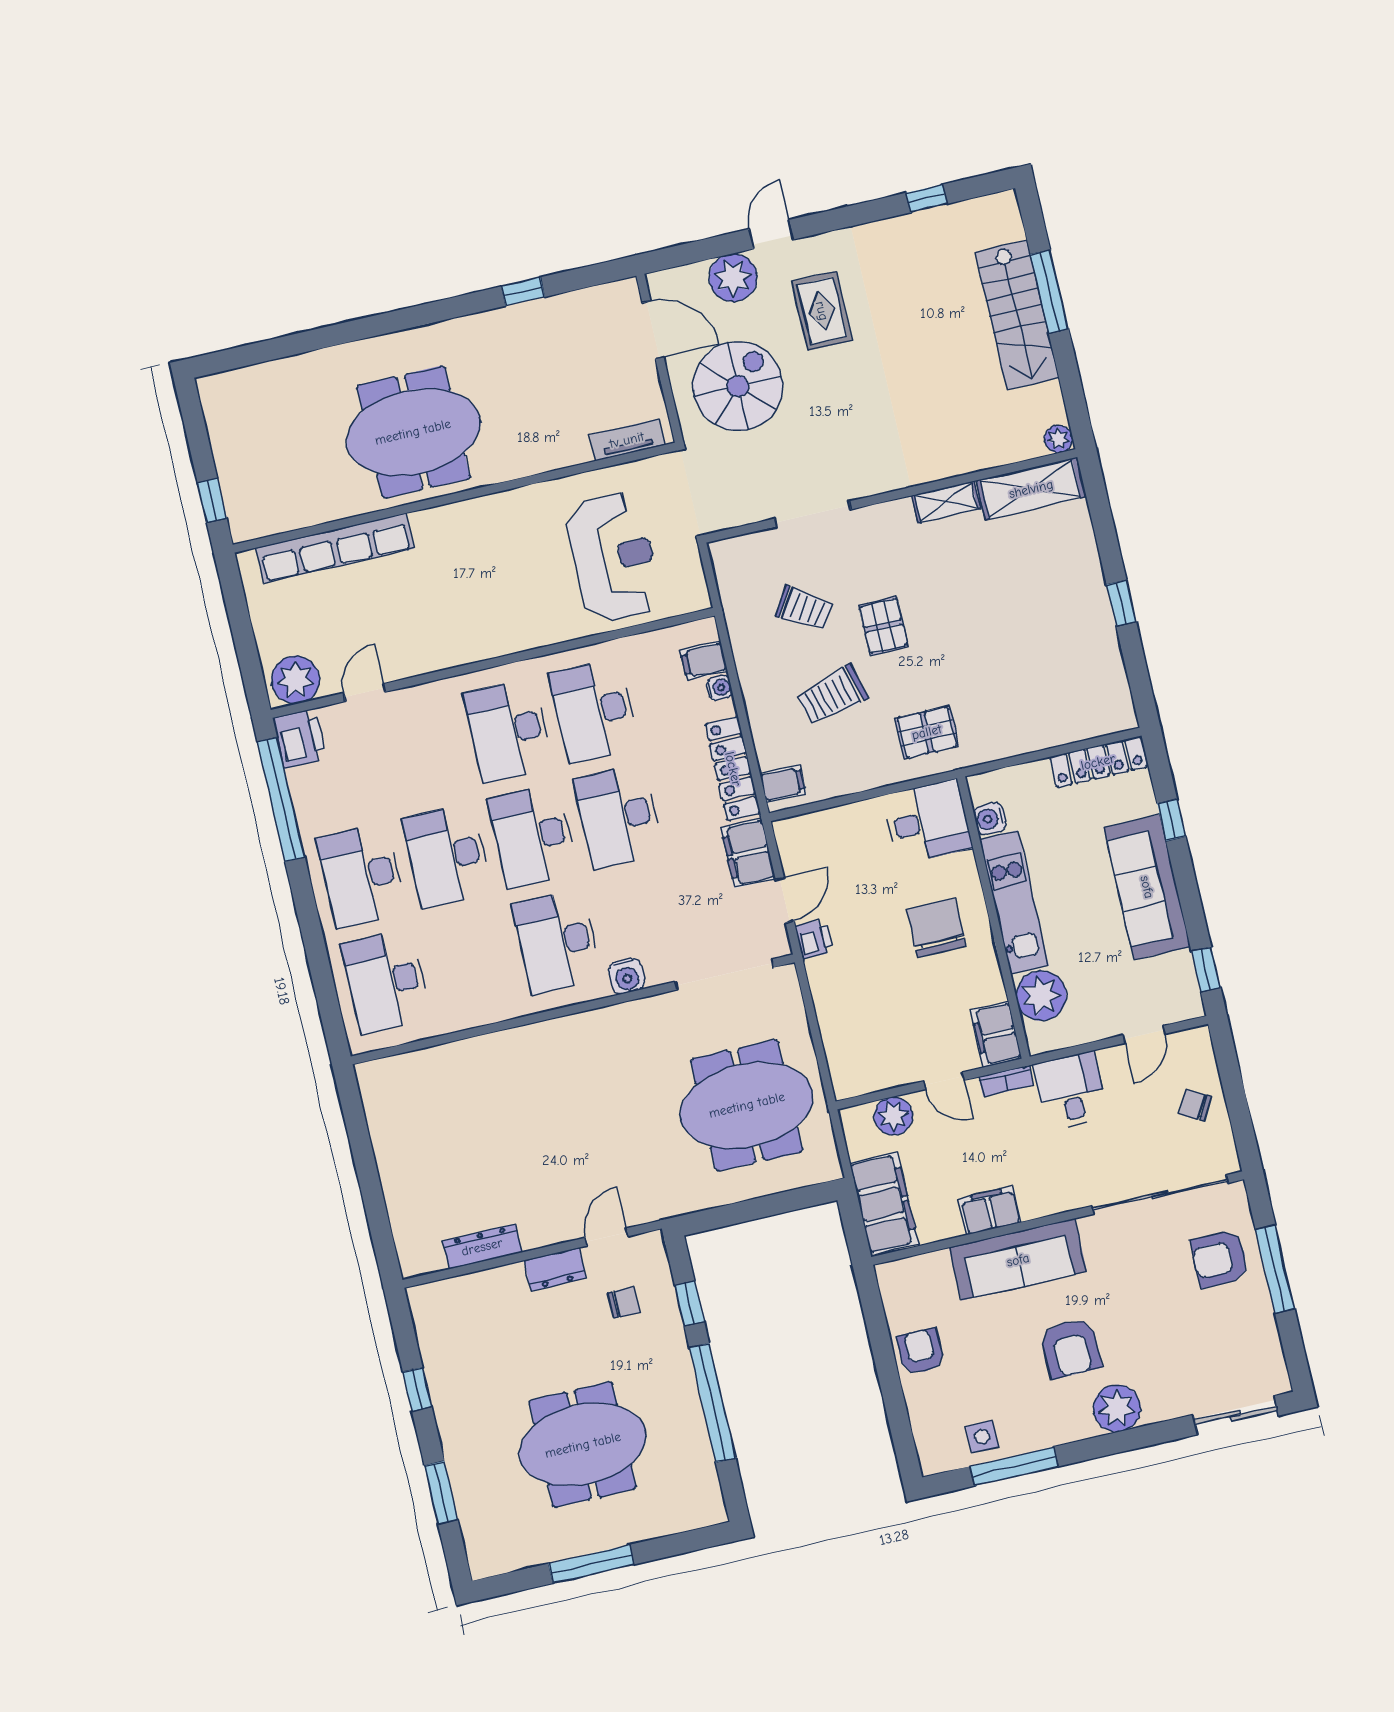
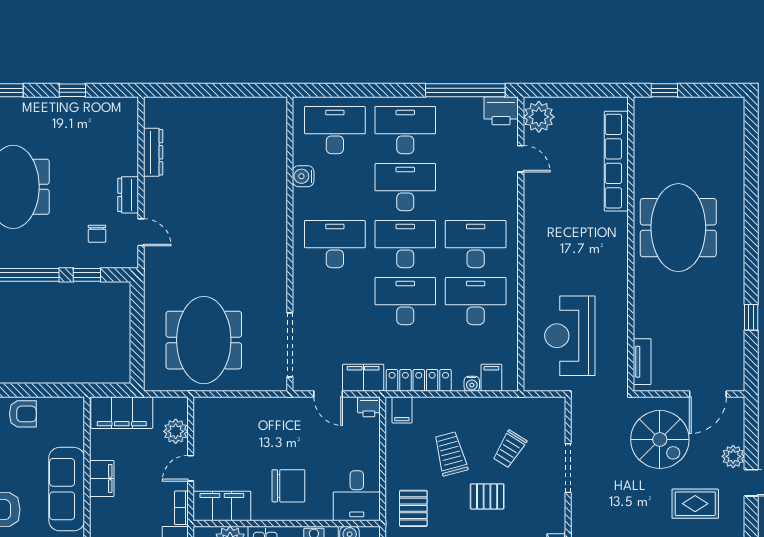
plant: (733, 278) -> (733, 456), width x0.73, depth x0.73
reception desk: (613, 557) -> (570, 336), turned 90
printer: (814, 939) -> (369, 407), moved
water cooler: (627, 976) -> (303, 176), moved
filing cabinet: (996, 1034) -> (222, 506), width x1.50, depth x1.17

